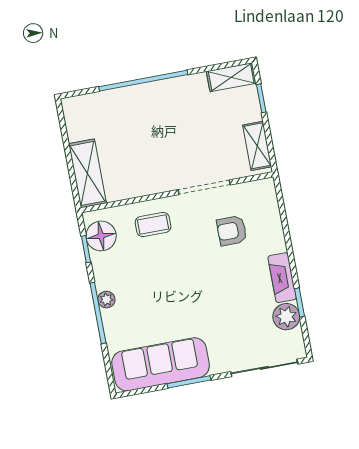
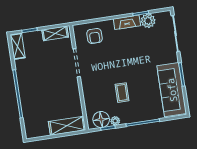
coffee table: (153, 225) -> (122, 93), moved
armchair: (232, 231) -> (95, 36), moved
plant: (106, 300) -> (115, 121), moved

